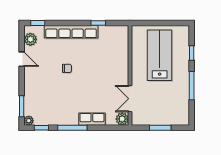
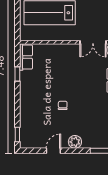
row of seats: (71, 32) -> (26, 57), moved, width x0.50
plant: (30, 39) -> (75, 142), moved

